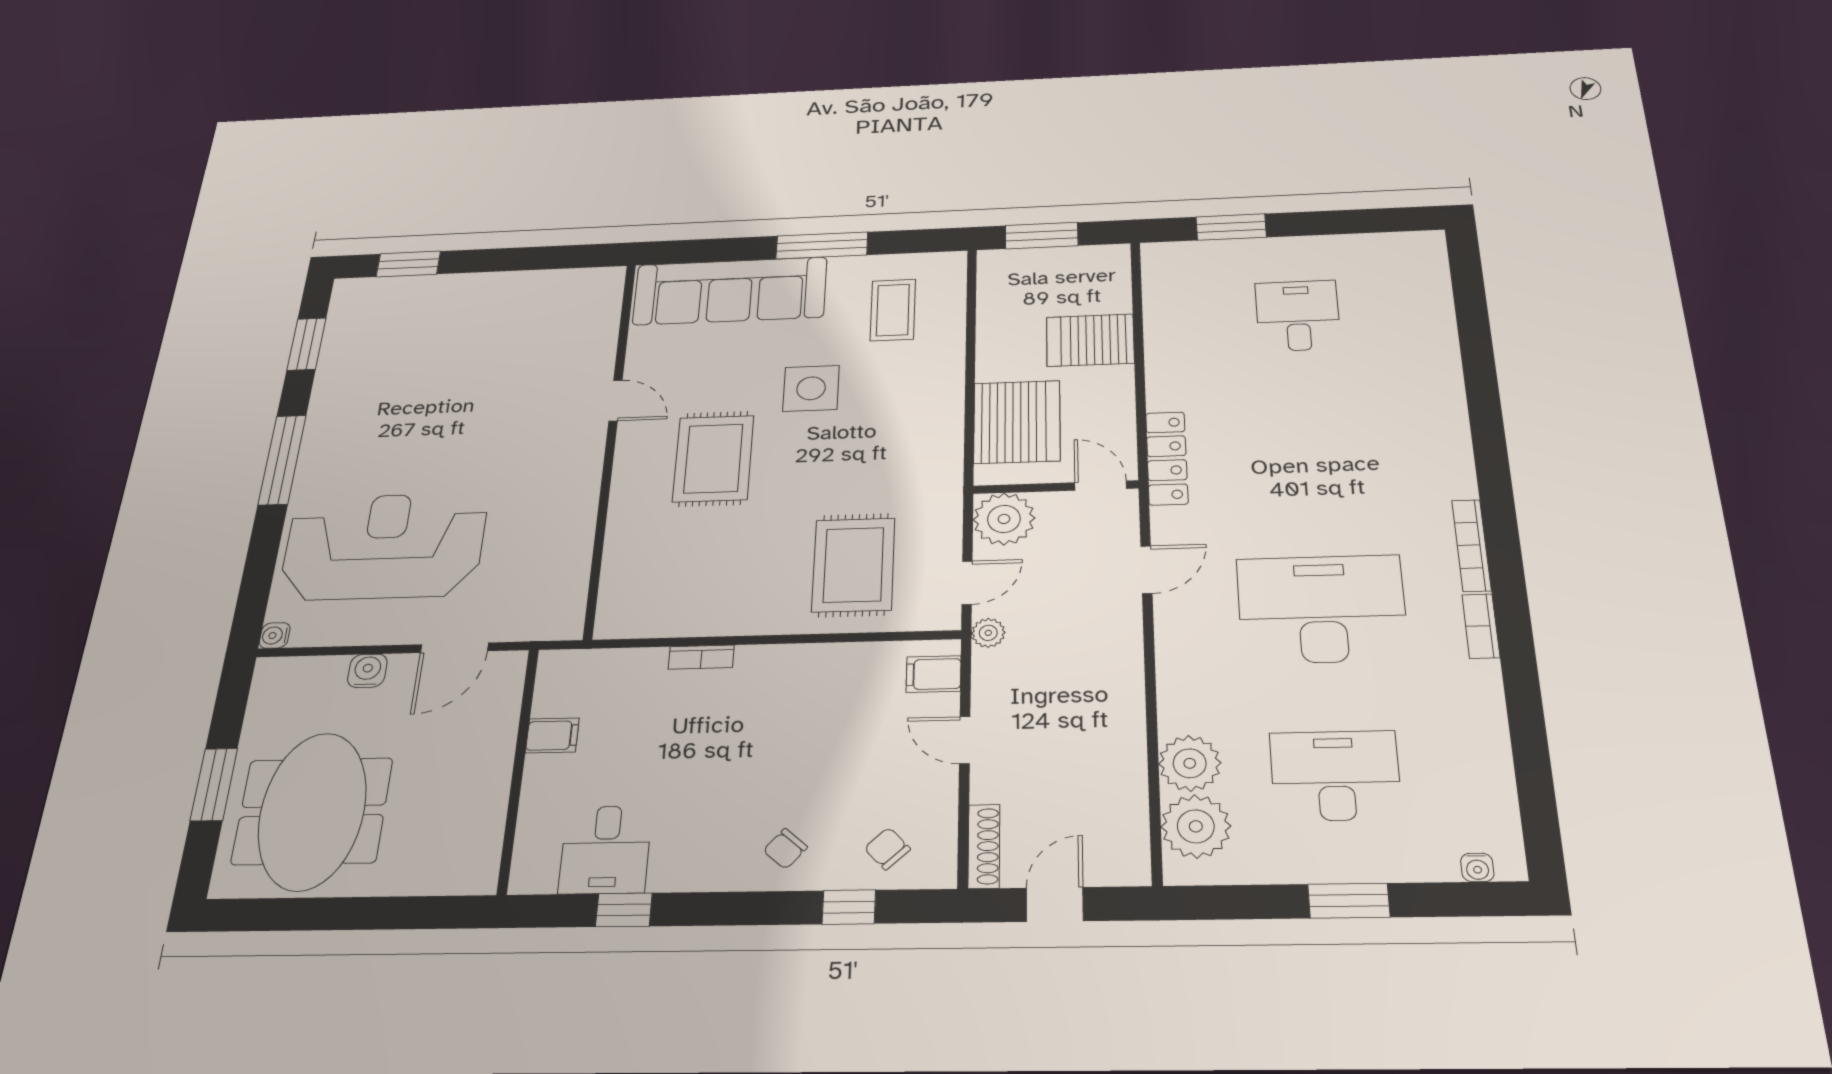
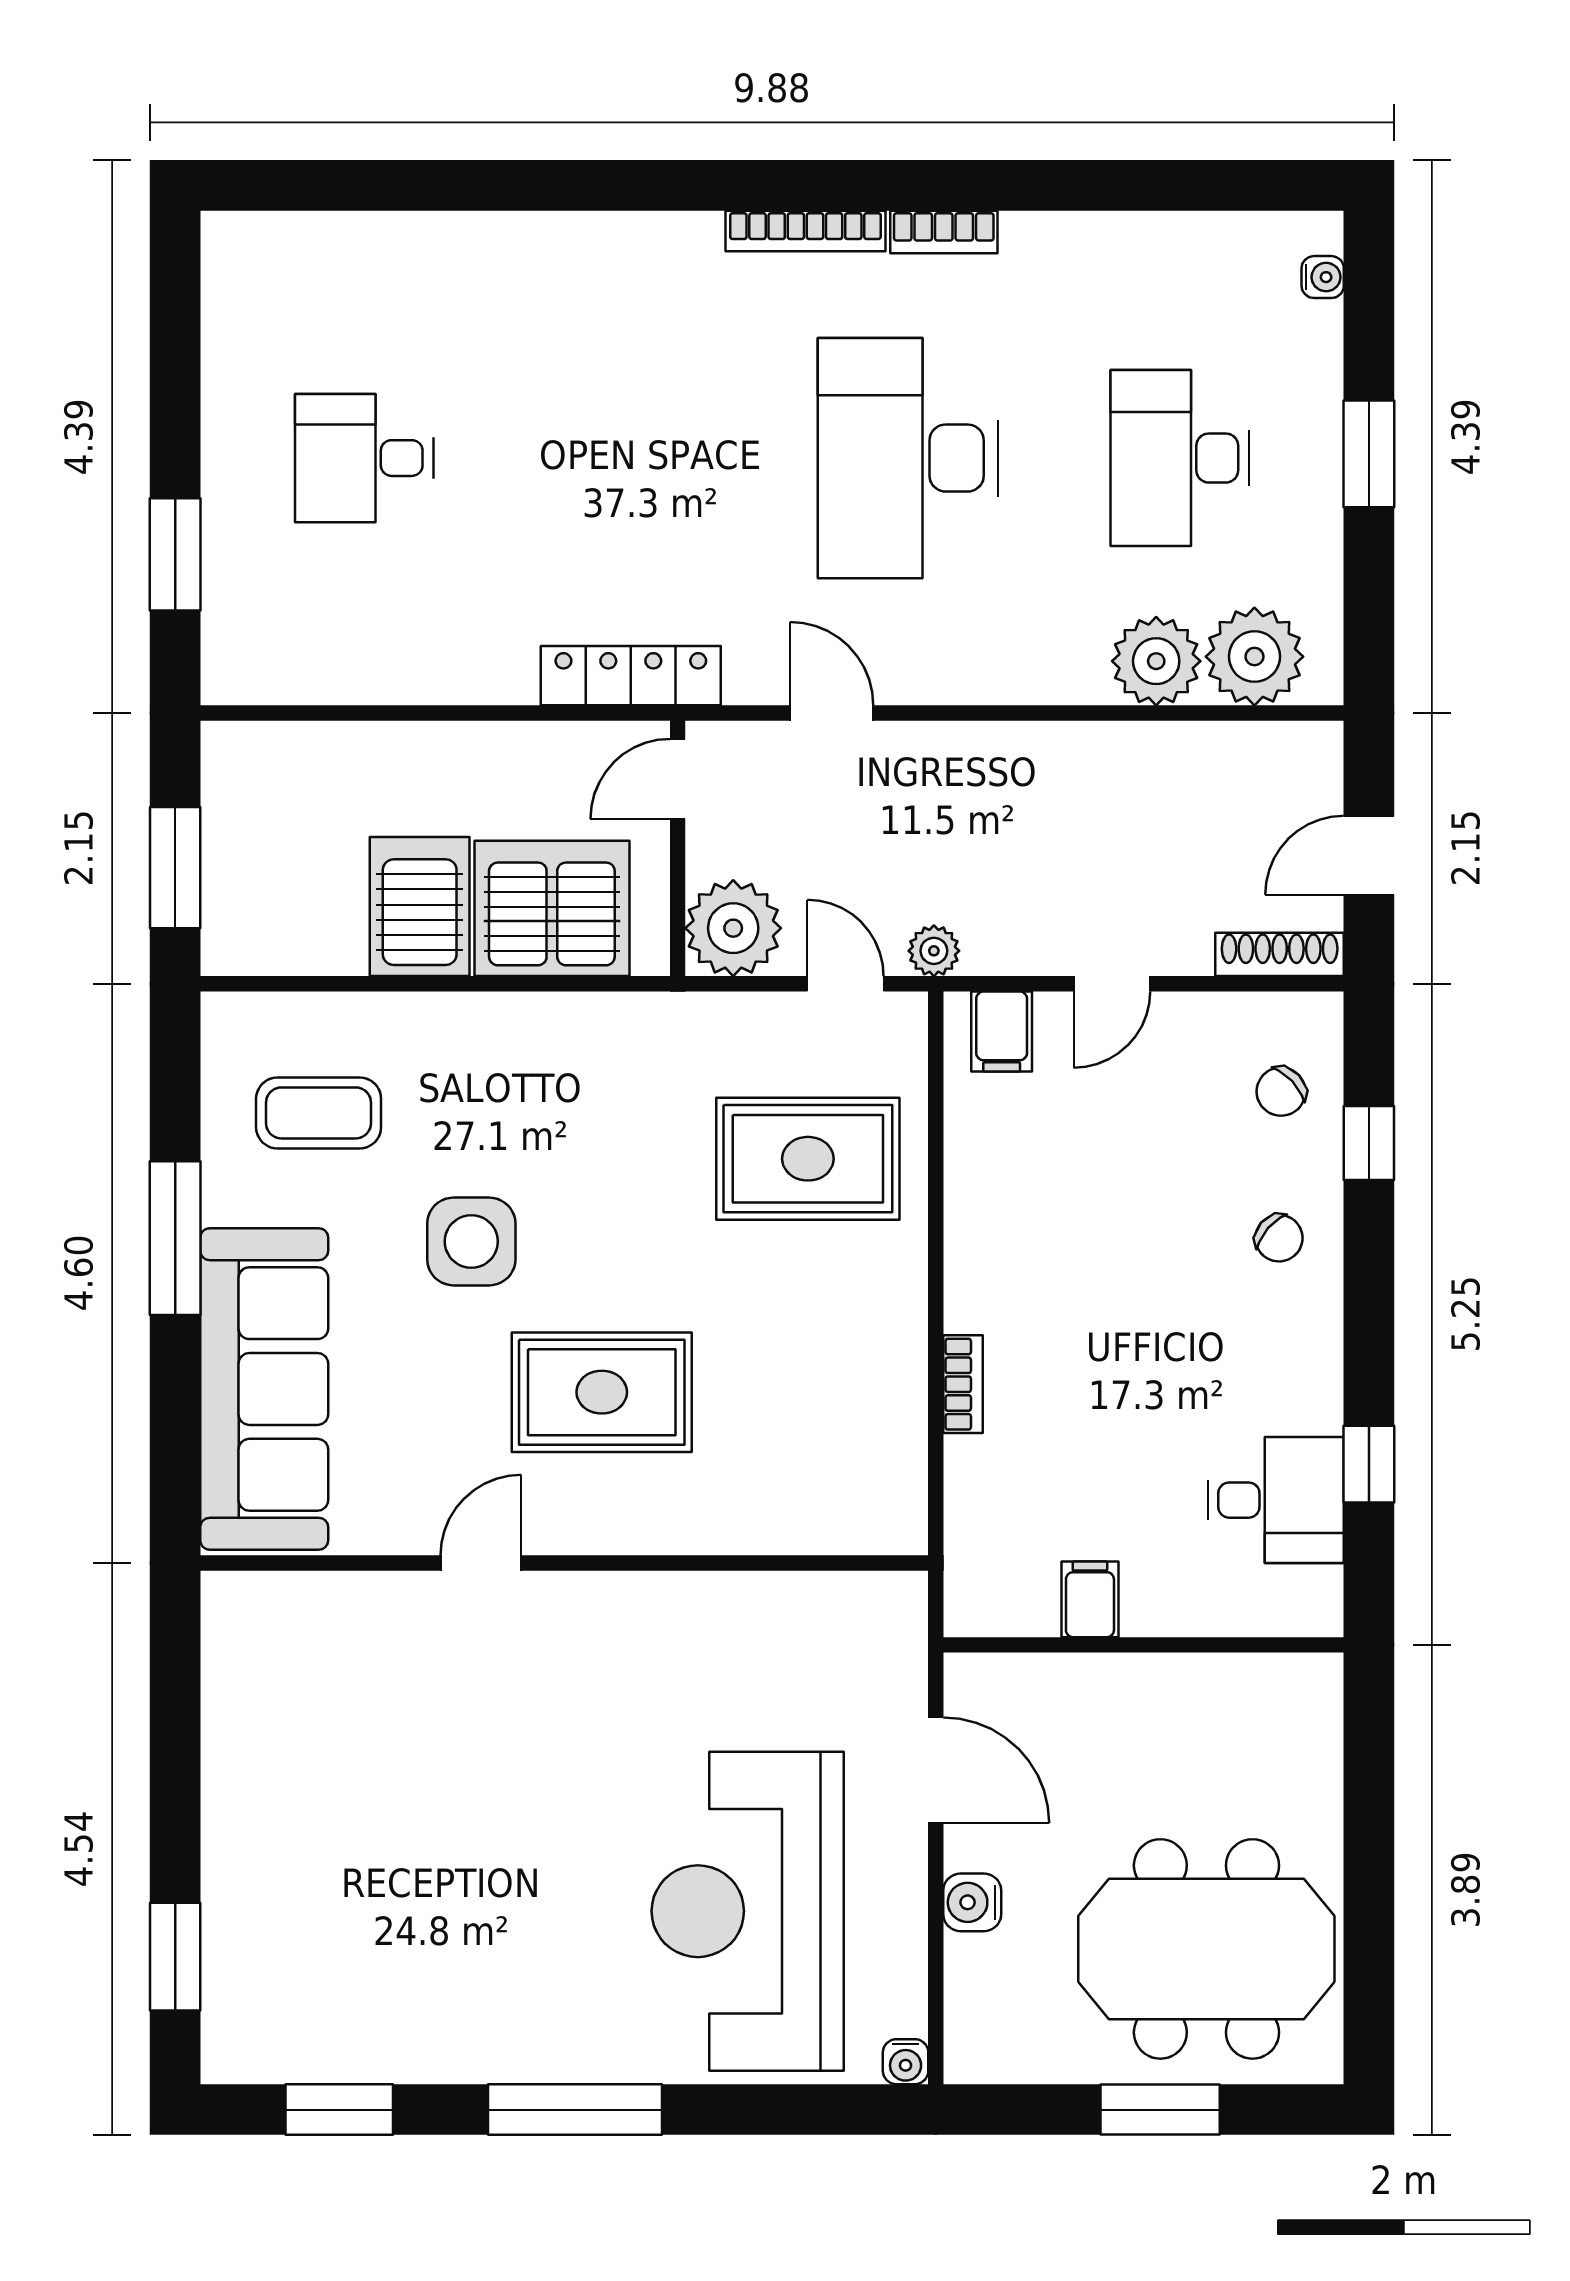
server rack: (1090, 340) -> (420, 907), moved, turned 180
door: (1055, 904) -> (1369, 855), hinge flipped

